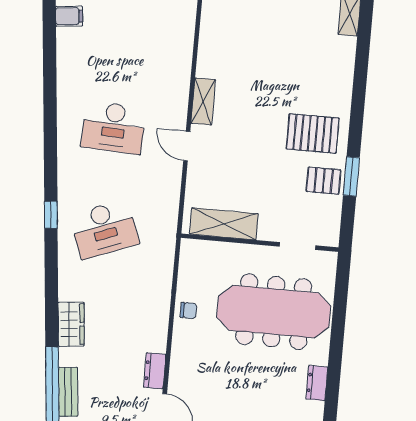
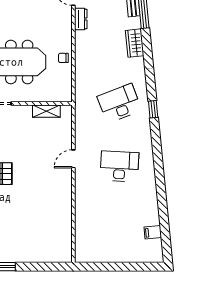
shelving: (203, 101) -> (66, 187), removed
door: (187, 146) -> (73, 159), swing flipped
shelving: (224, 224) -> (46, 111), width x0.67, depth x0.75

